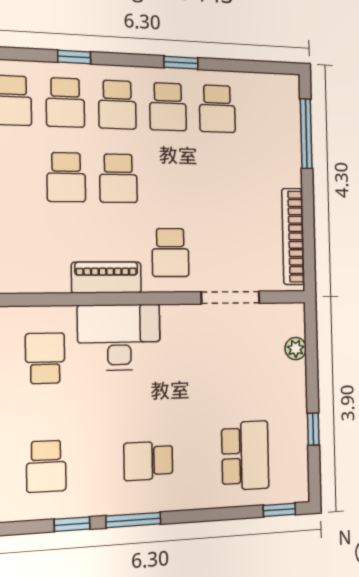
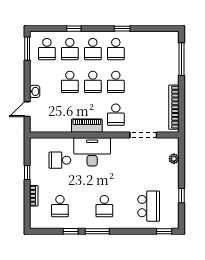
school desk: (217, 109) -> (116, 82), moved
school desk: (45, 358) -> (60, 160), turned -90
school desk: (148, 461) -> (104, 206), turned -90

